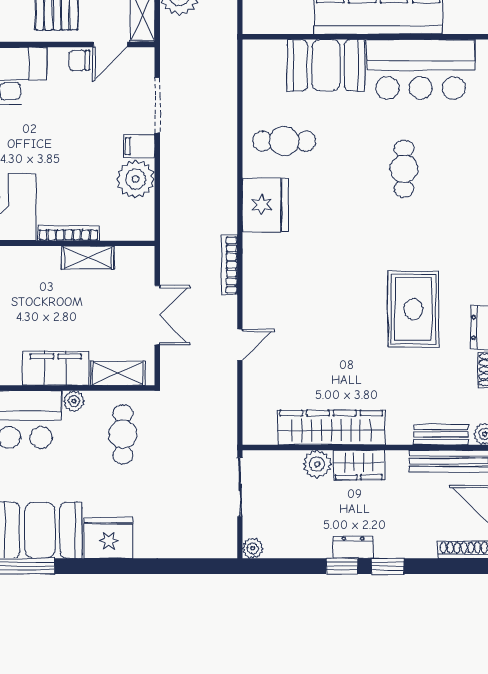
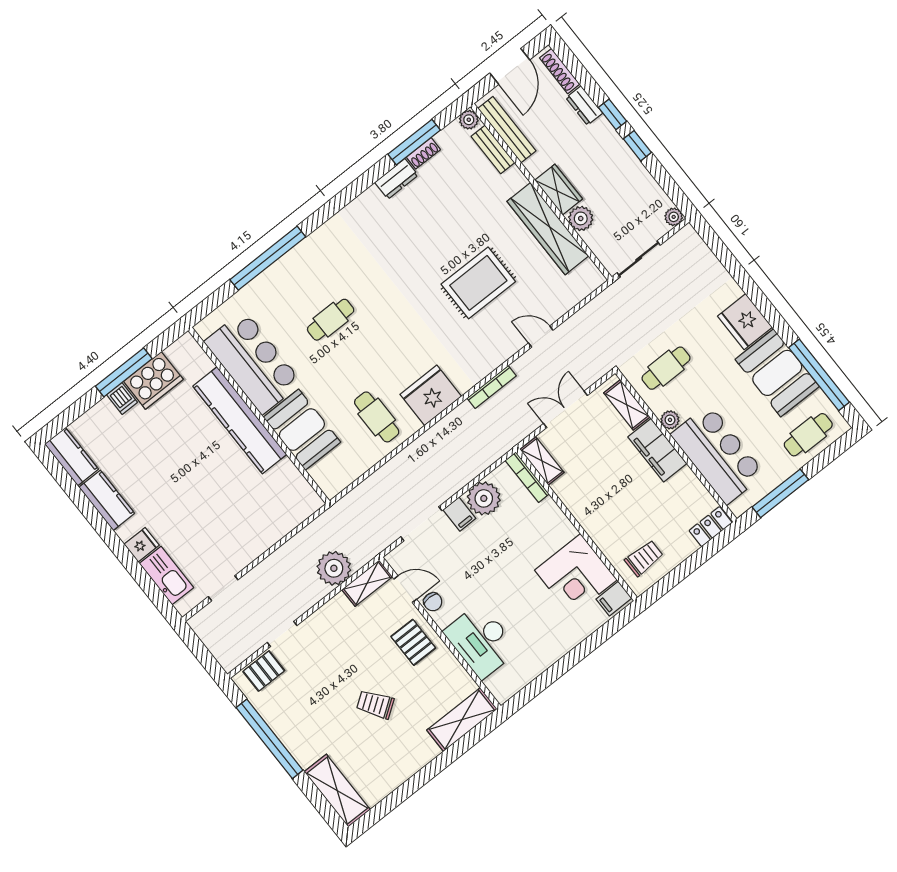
bookcase: (68, 233) -> (527, 477), moved
shelving: (88, 258) -> (542, 461), moved
rug: (414, 309) -> (478, 283), moved
dresser: (353, 547) -> (584, 105), moved

